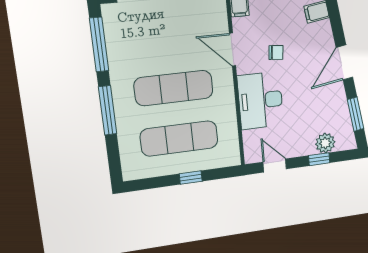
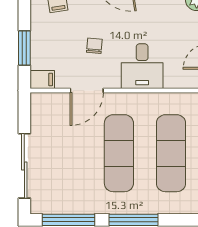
desk: (260, 100) -> (142, 66), width x0.73

